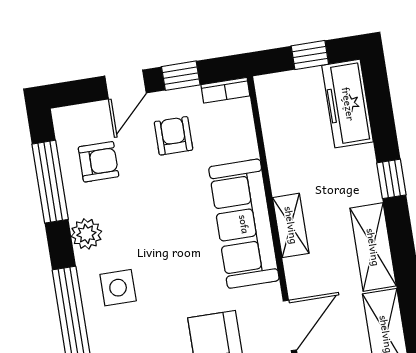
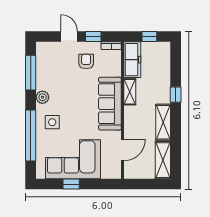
door: (125, 85) -> (69, 36), swing flipped
freezer: (348, 104) -> (132, 60), moved, turned 180
armchair: (99, 162) -> (53, 67), removed
shelving: (291, 225) -> (130, 92), moved

